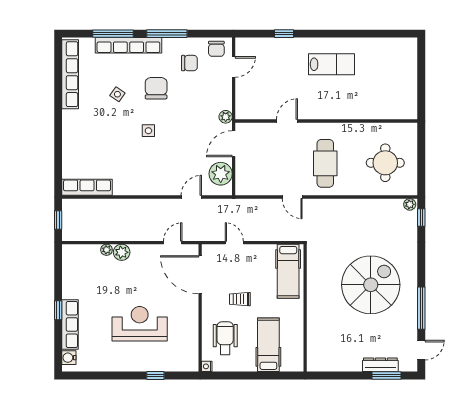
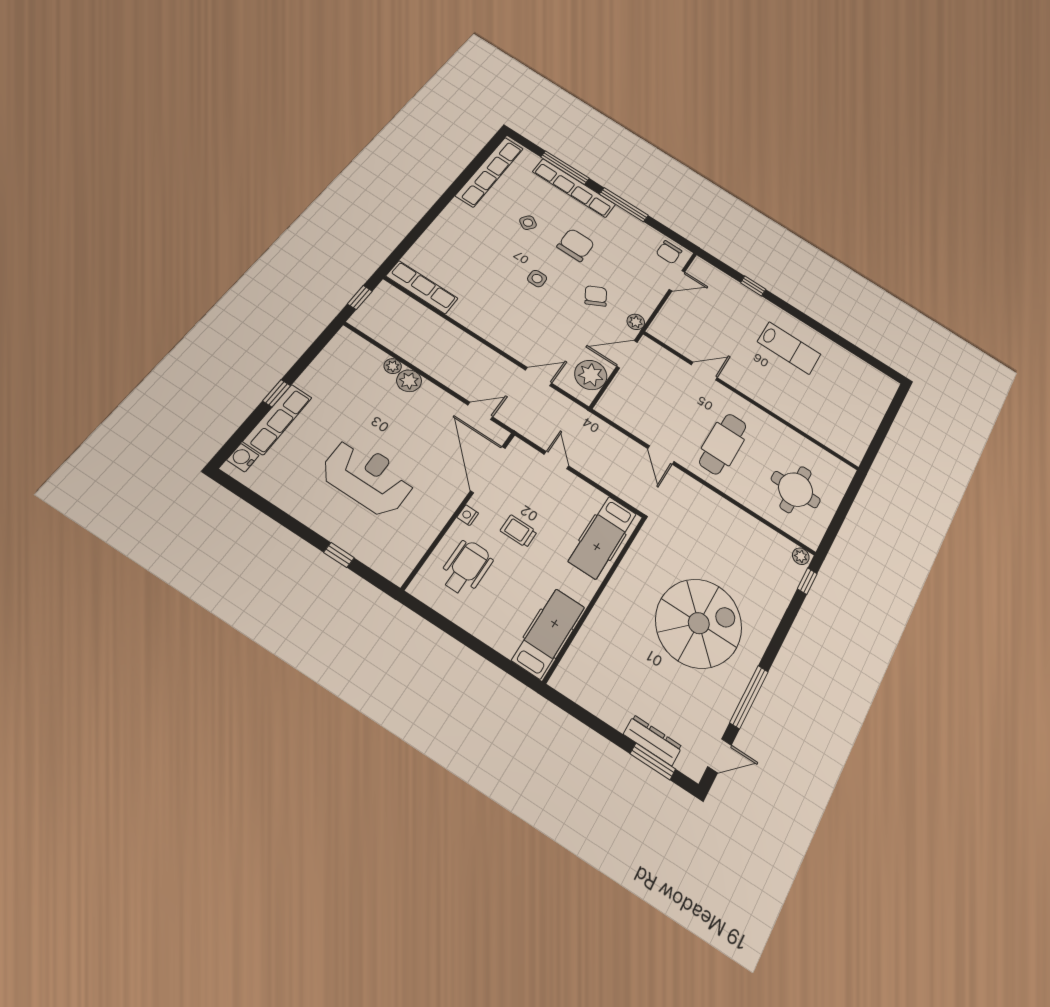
chair: (189, 63) -> (596, 296), moved, turned -119
hospital bed: (268, 345) -> (548, 634), moved
nightstand: (207, 366) -> (468, 515), moved

